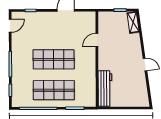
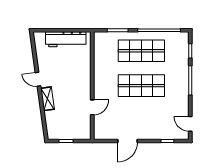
shelving: (133, 22) -> (47, 99), moved
door: (10, 26) -> (190, 124), hinge flipped
workbench: (105, 89) -> (66, 39), moved, turned -90

